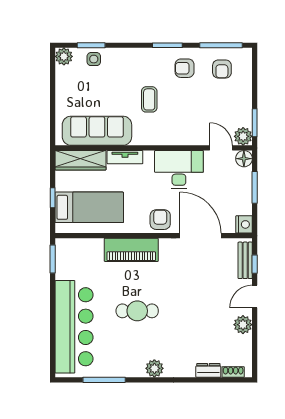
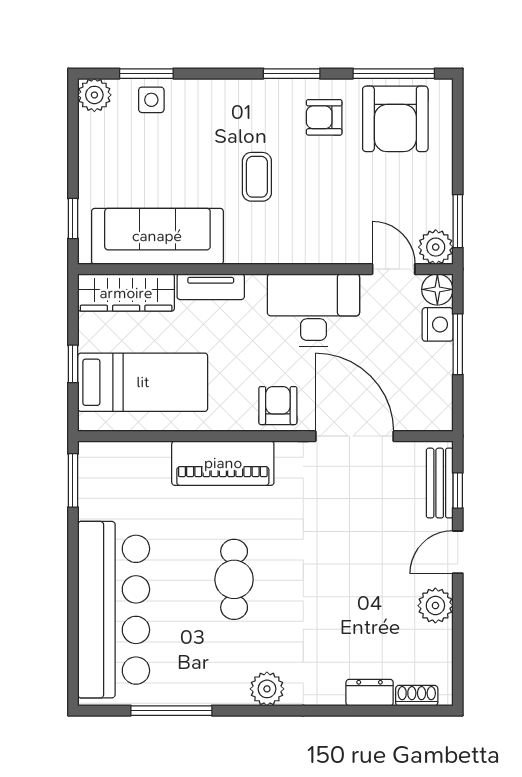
armchair: (222, 69) -> (395, 119), width x1.88, depth x1.88
window: (53, 121) -> (73, 218), added
nightstand: (244, 224) -> (438, 324), moved
cafe table: (137, 311) -> (234, 579), turned 90

